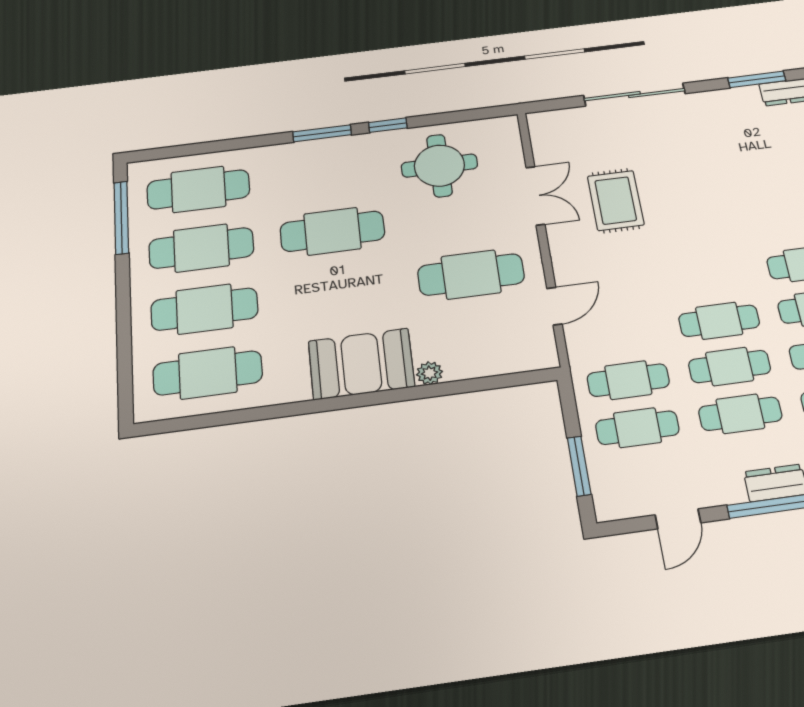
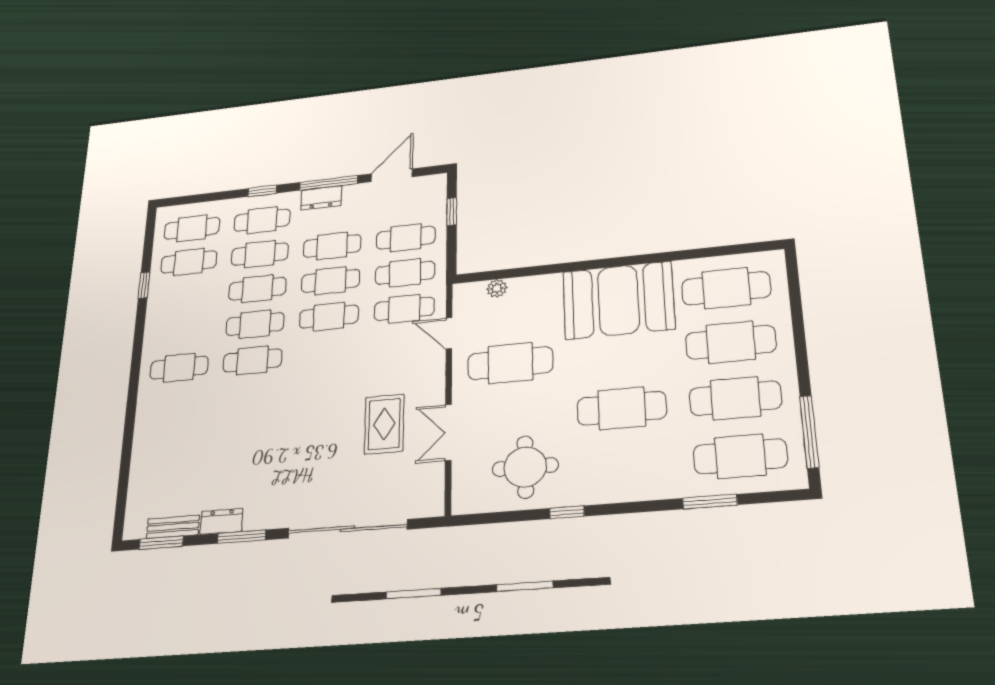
sliding door: (634, 95) -> (347, 529), width x1.36
window: (322, 133) -> (710, 502), moved
door: (554, 306) -> (449, 333), hinge flipped
cafe table: (619, 334) -> (404, 309), added
booth: (361, 364) -> (618, 300), width x1.36, depth x1.42
plant: (430, 373) -> (497, 288), moved
window: (579, 466) -> (452, 212), width x0.67
door: (678, 519) -> (392, 175), width x1.38

